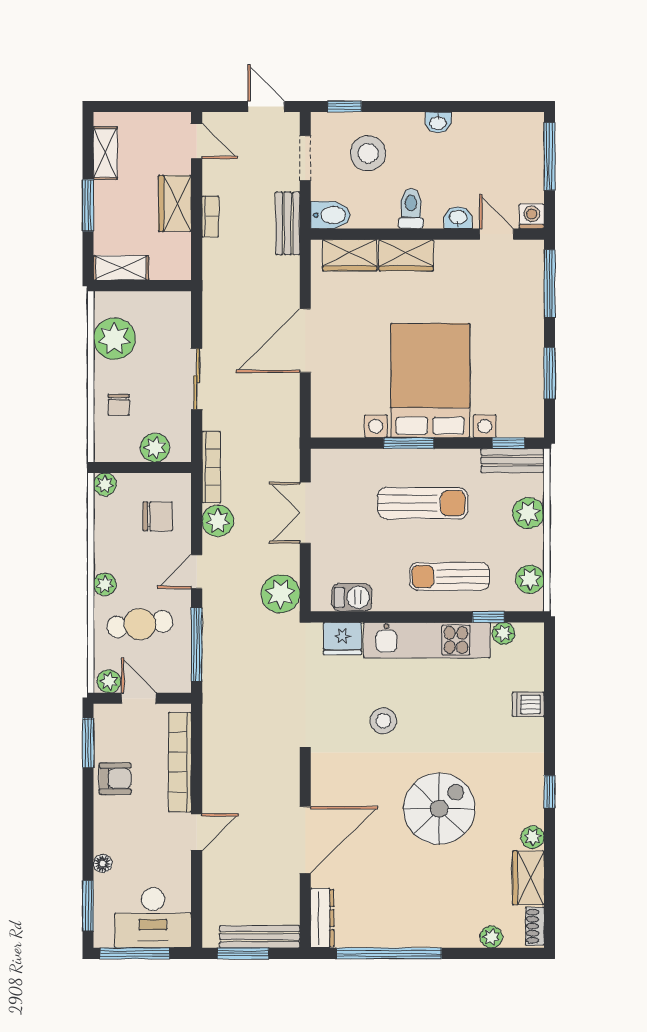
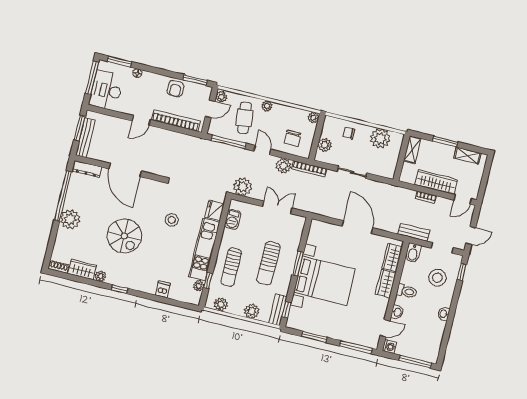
wardrobe: (175, 203) -> (436, 182), width x1.50
sun lounger: (449, 577) -> (231, 267), turned 180
door: (197, 832) -> (141, 120), hinge flipped
plant: (491, 937) -> (70, 219), moved, width x1.87, depth x1.87

